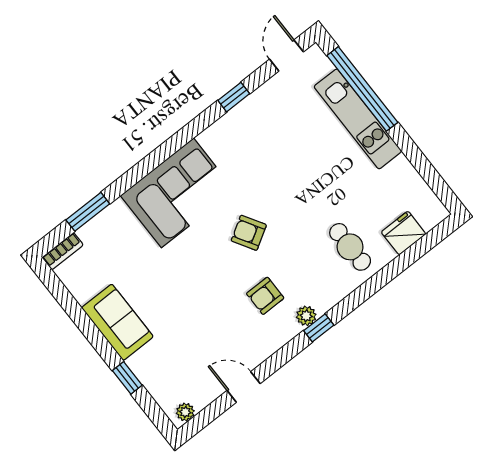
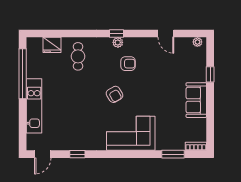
window: (362, 89) -> (23, 74), moved

